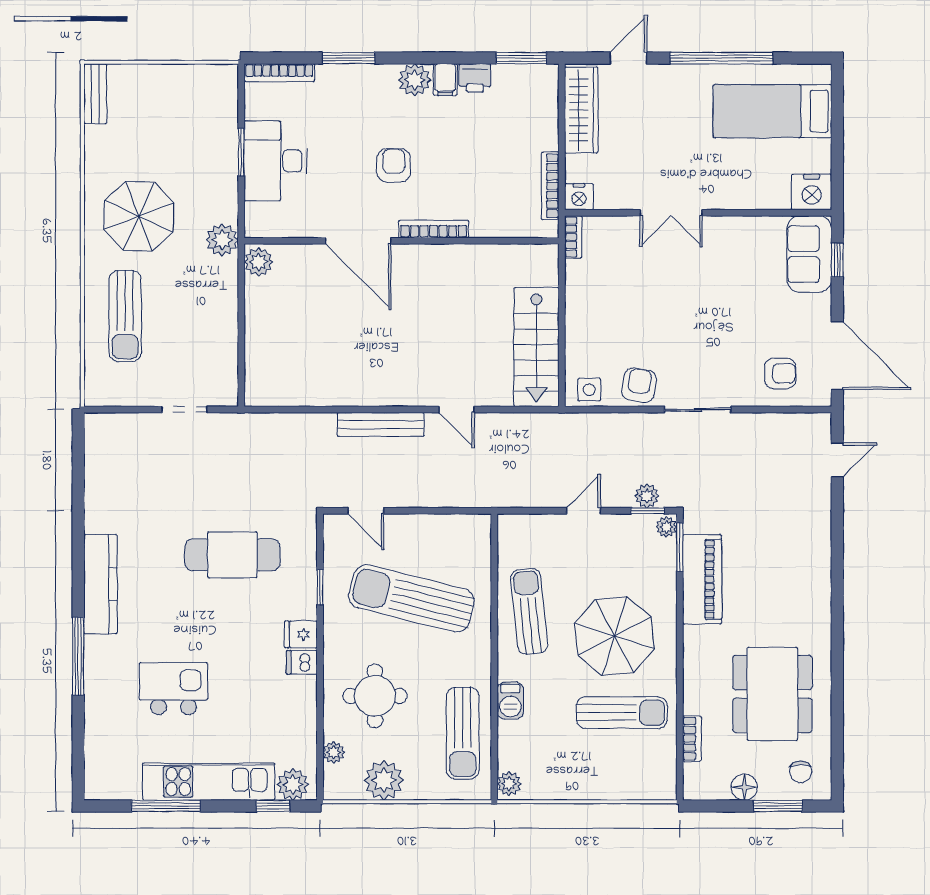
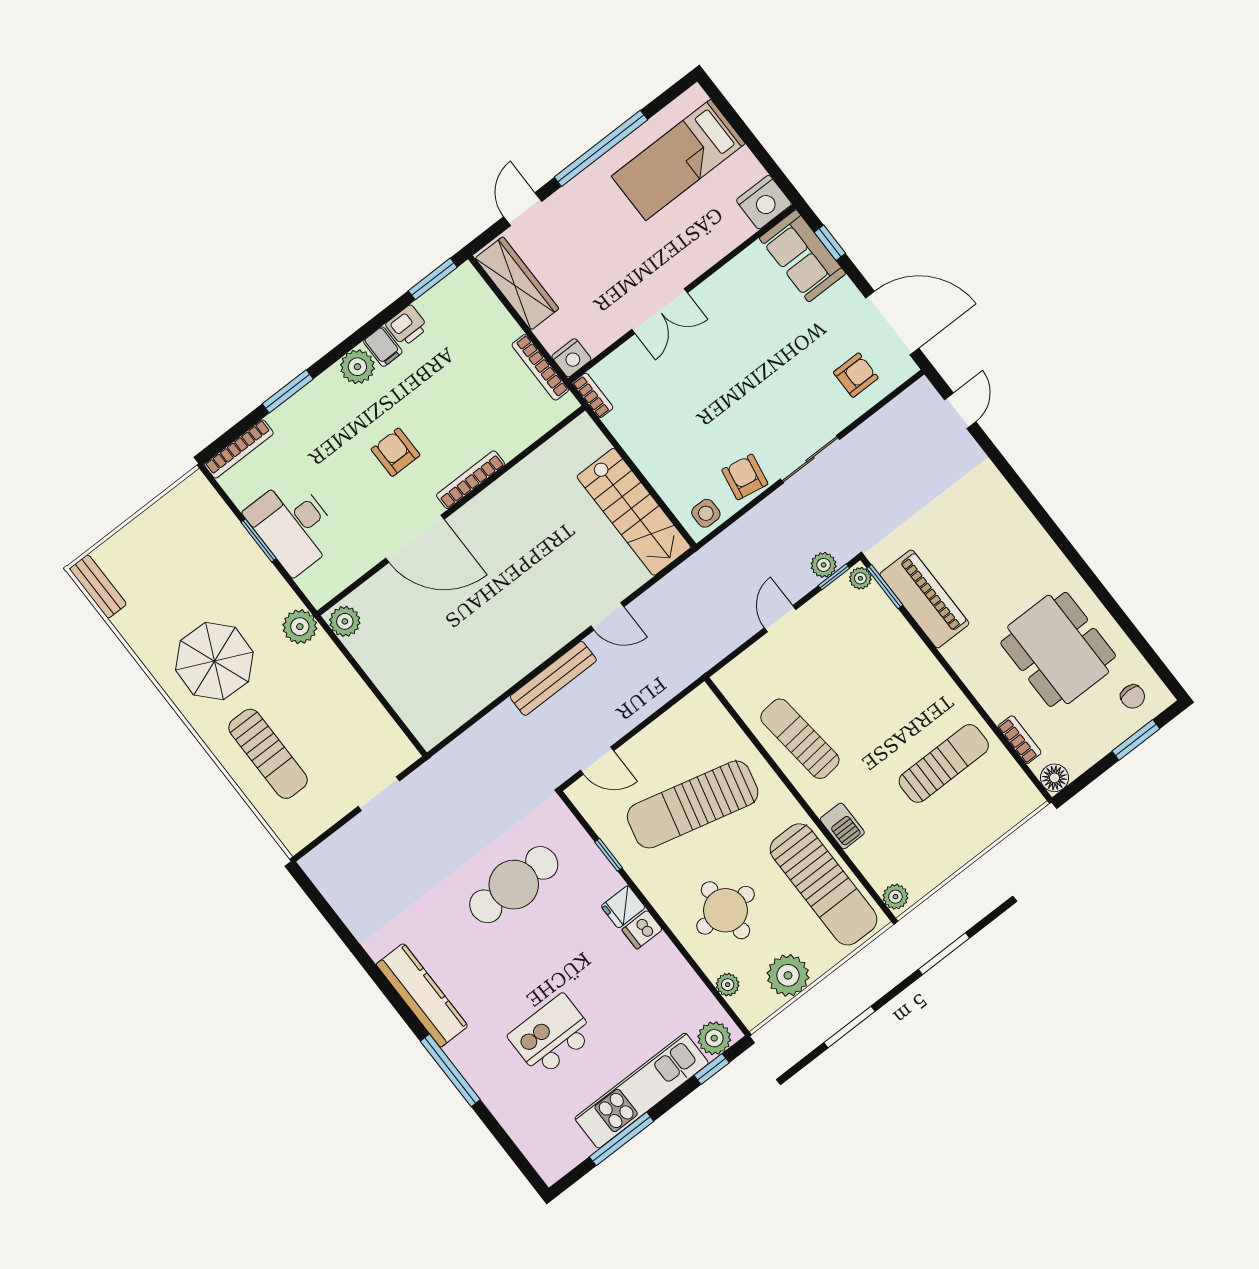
parasol: (614, 636) -> (888, 704), removed
sun lounger: (463, 733) -> (824, 884), width x1.36, depth x1.34
floor lamp: (744, 787) -> (1054, 778), moved

